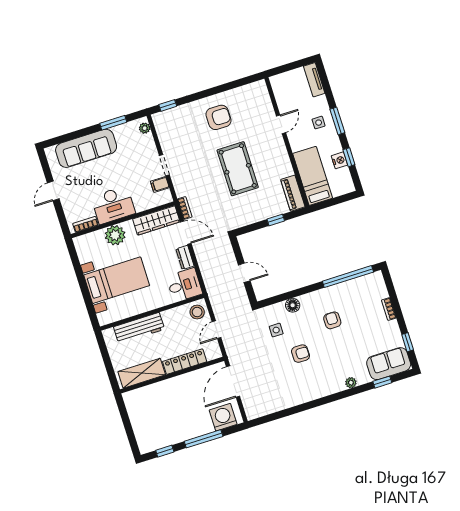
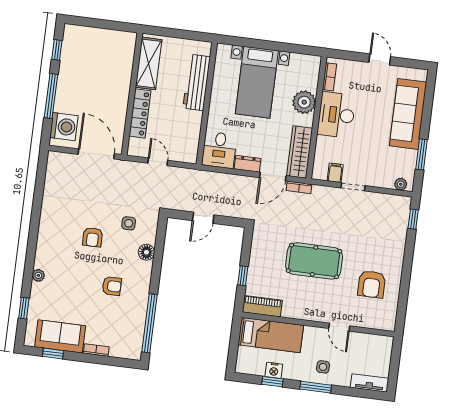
armchair: (219, 117) -> (372, 284), moved
stool: (197, 312) -> (185, 150), removed
sofa: (389, 364) -> (60, 336), moved, turned -90

